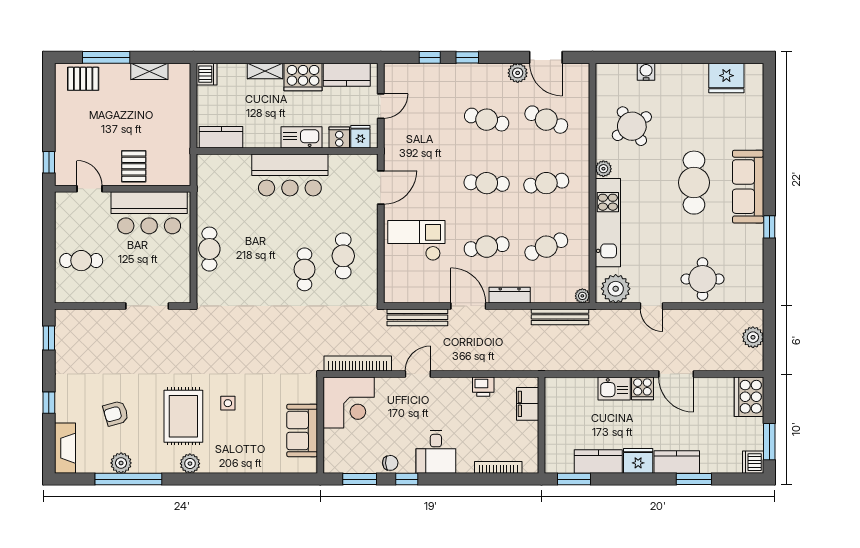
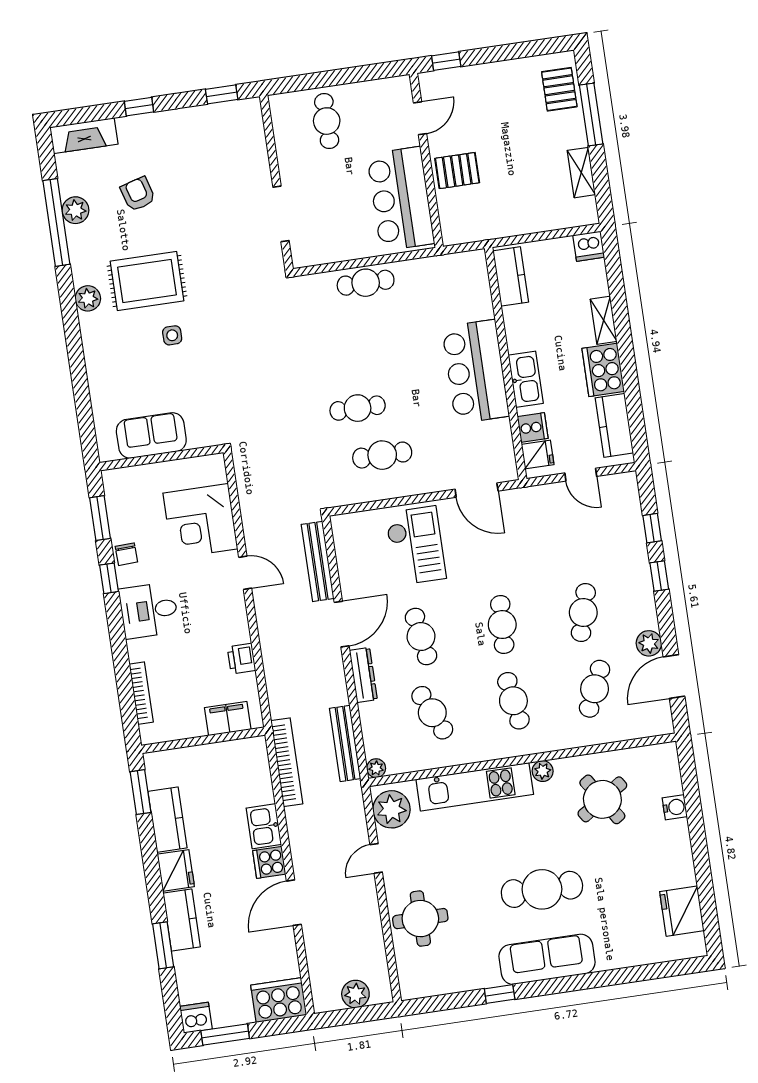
bookcase: (358, 364) -> (287, 762), moved
corner desk: (349, 403) -> (200, 521), moved

